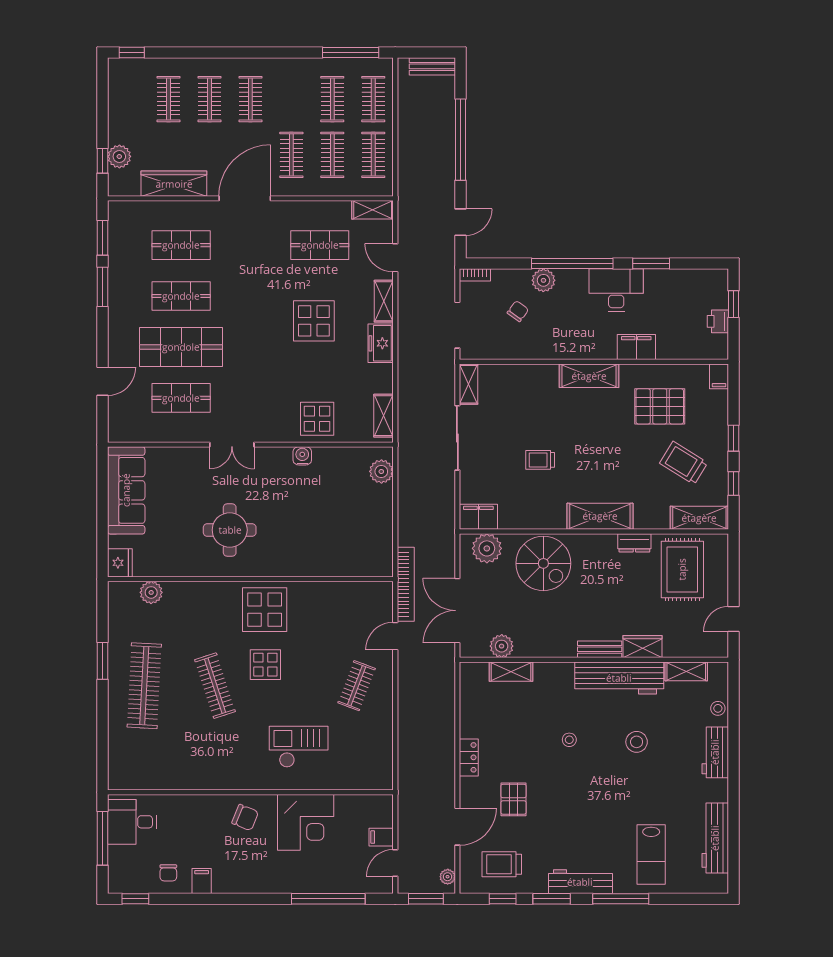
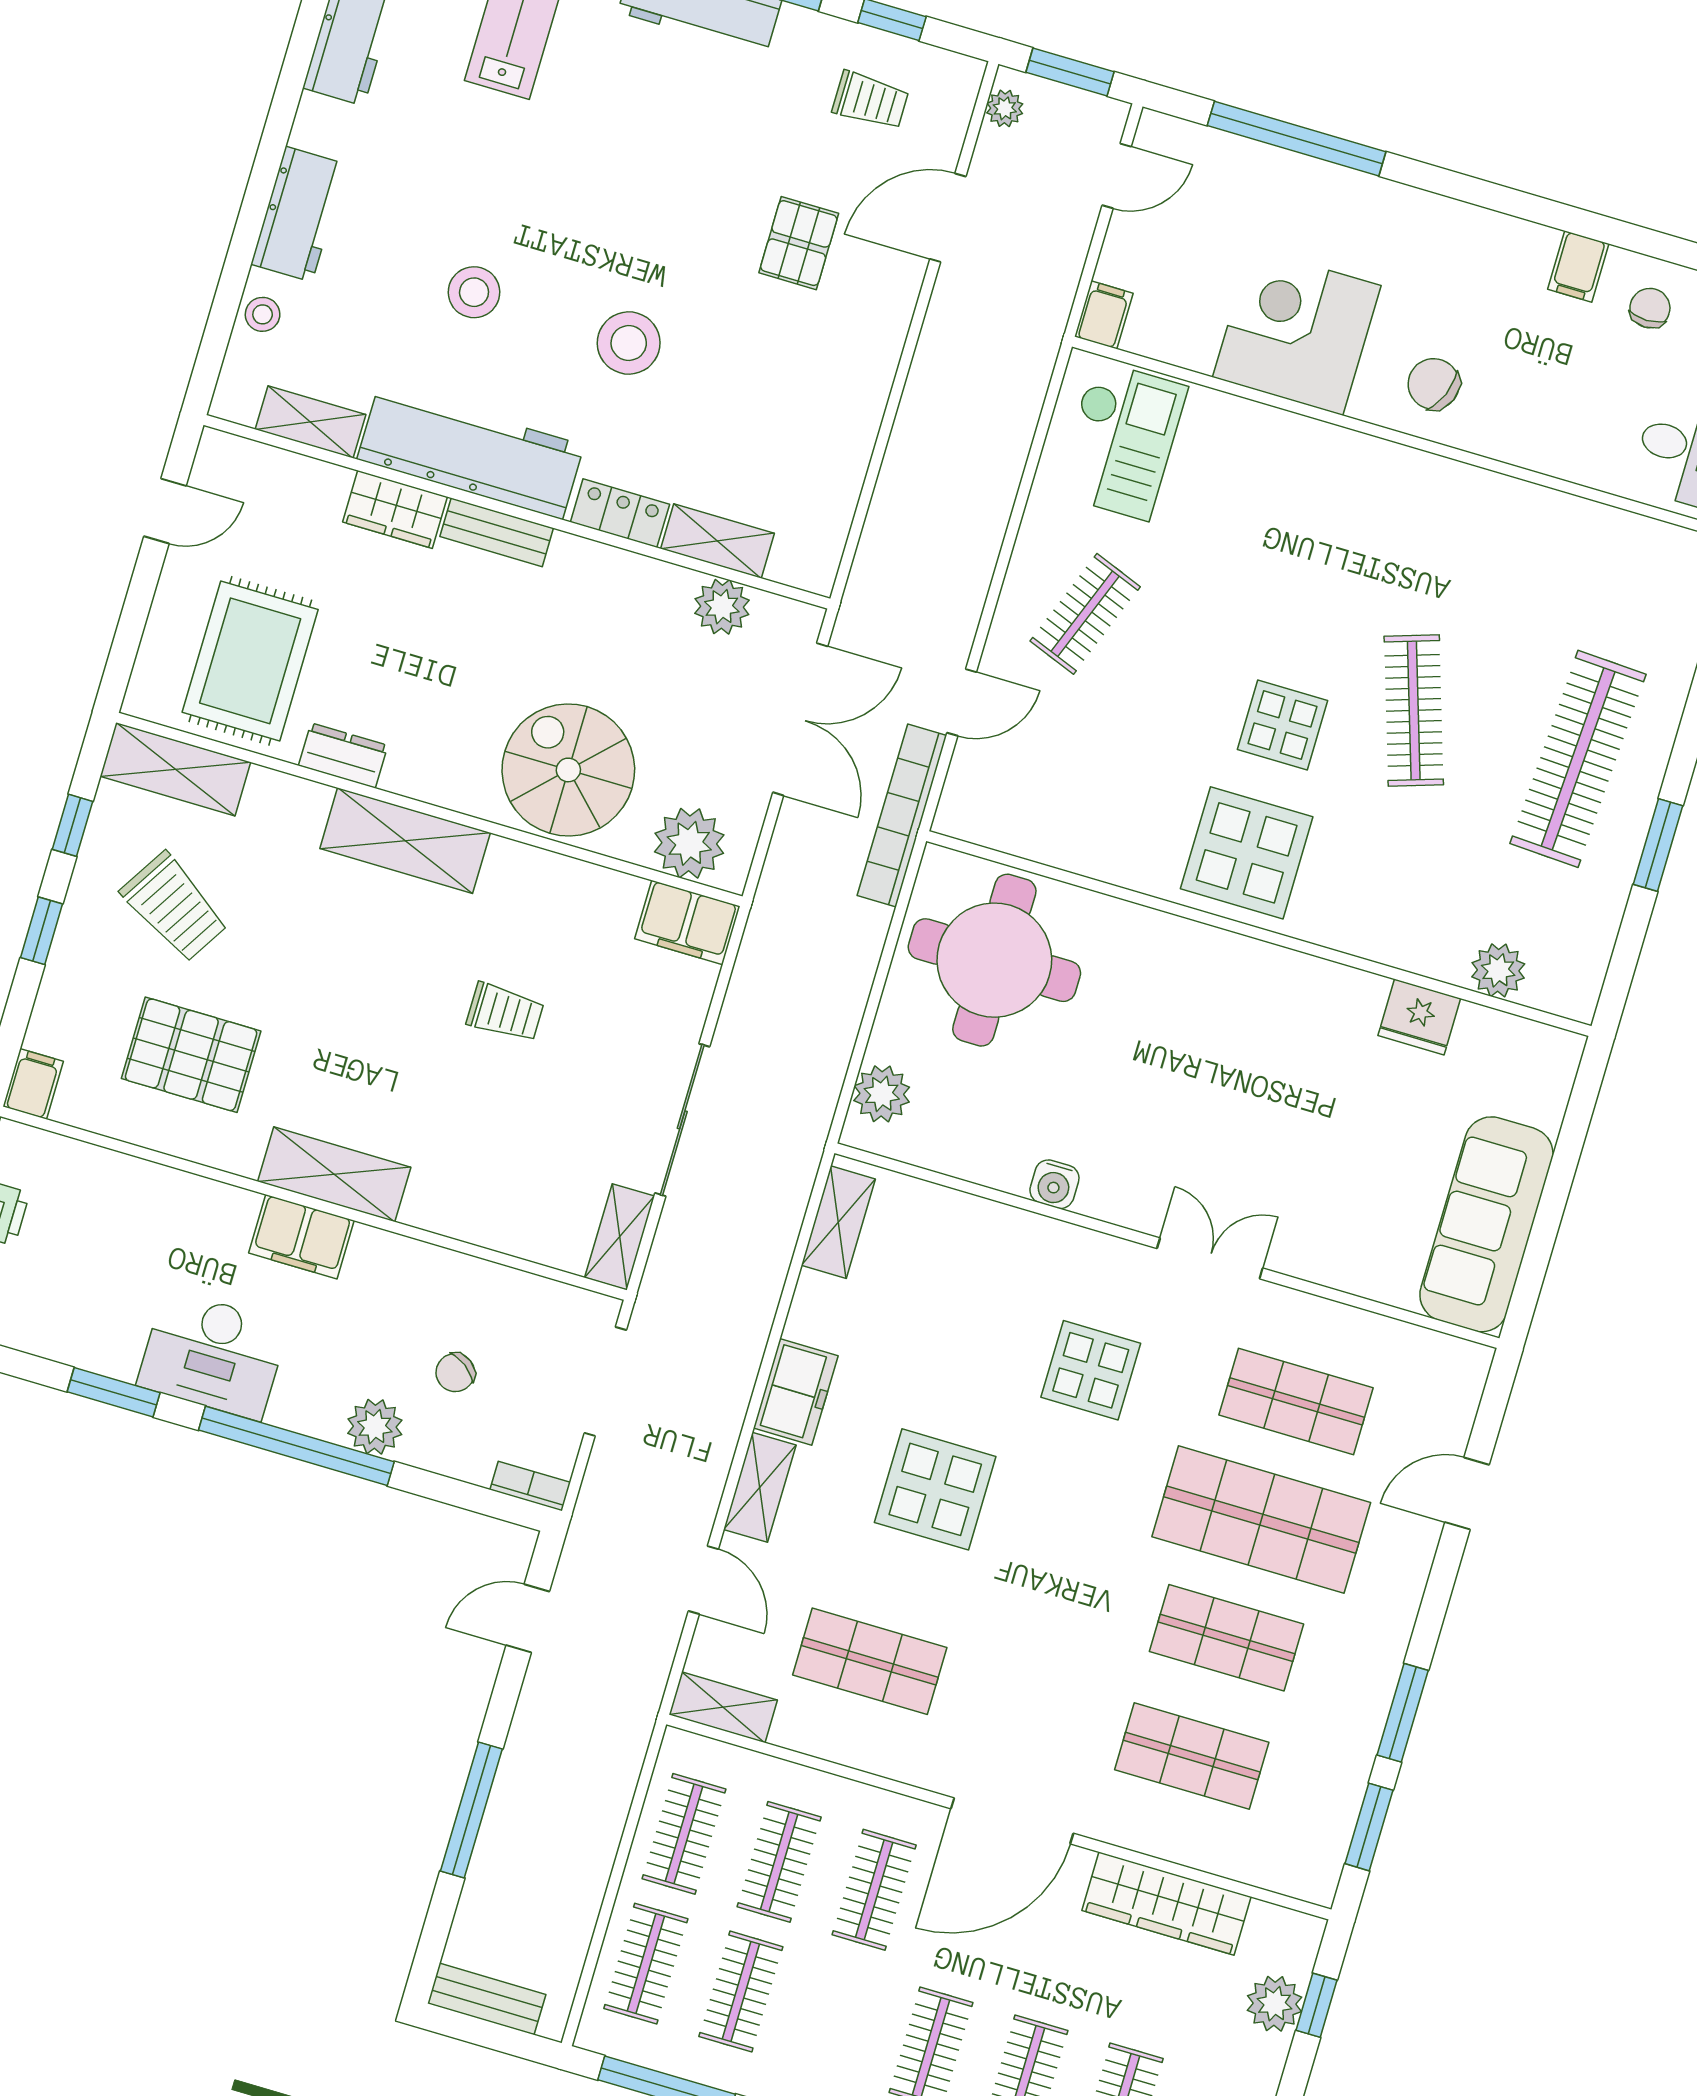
window: (460, 140) -> (471, 1810), width x0.68
filing cabinet: (636, 347) -> (301, 1237), moved
display table: (317, 419) -> (1091, 1370), moved
round table: (230, 530) -> (994, 960), moved, width x1.36, depth x1.36
fridge: (120, 563) -> (1419, 1017), moved, turned -90
stool: (569, 740) -> (629, 343), width x1.89, depth x1.89
checkout: (299, 747) -> (1121, 440), moved, turned -90
locker: (469, 757) -> (620, 513), moved, turned 90
filing cabinet: (381, 837) -> (1104, 315), moved, turned -90
trolley: (502, 864) -> (870, 100), width x0.73, depth x0.72

